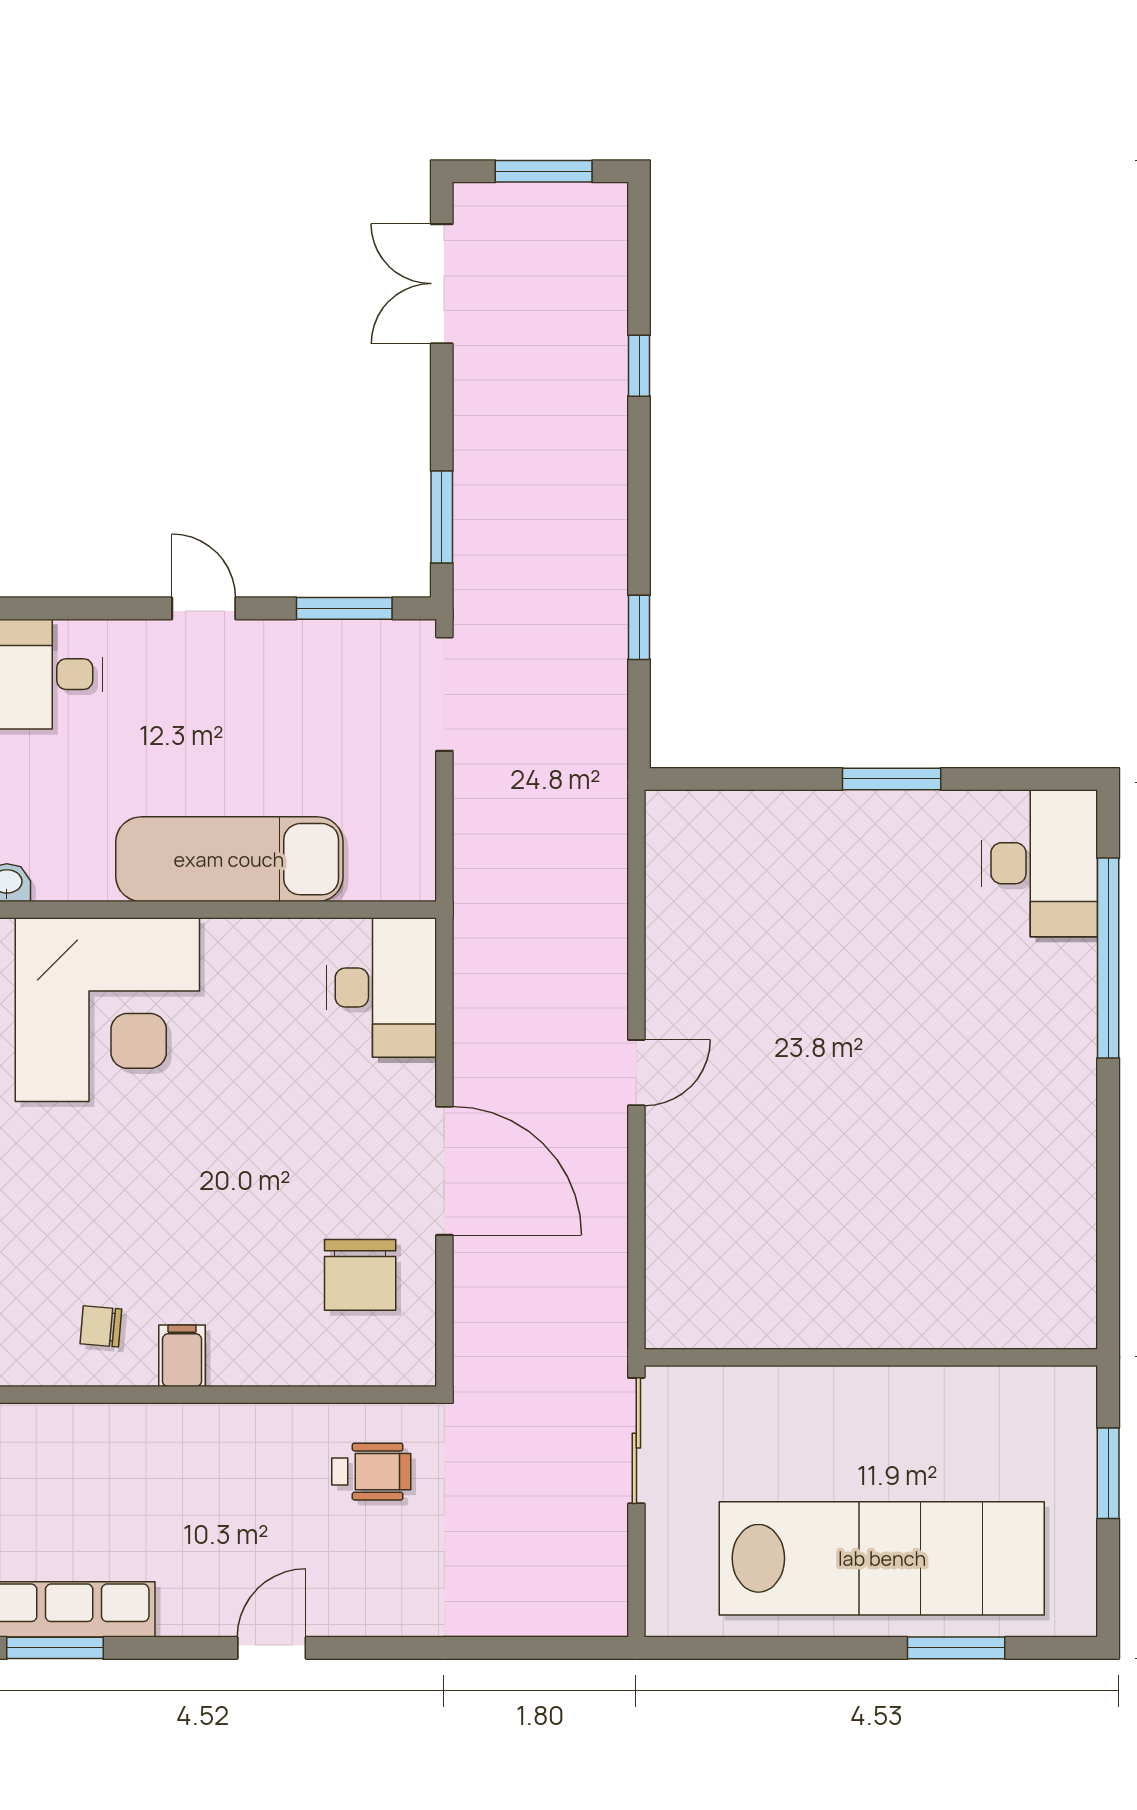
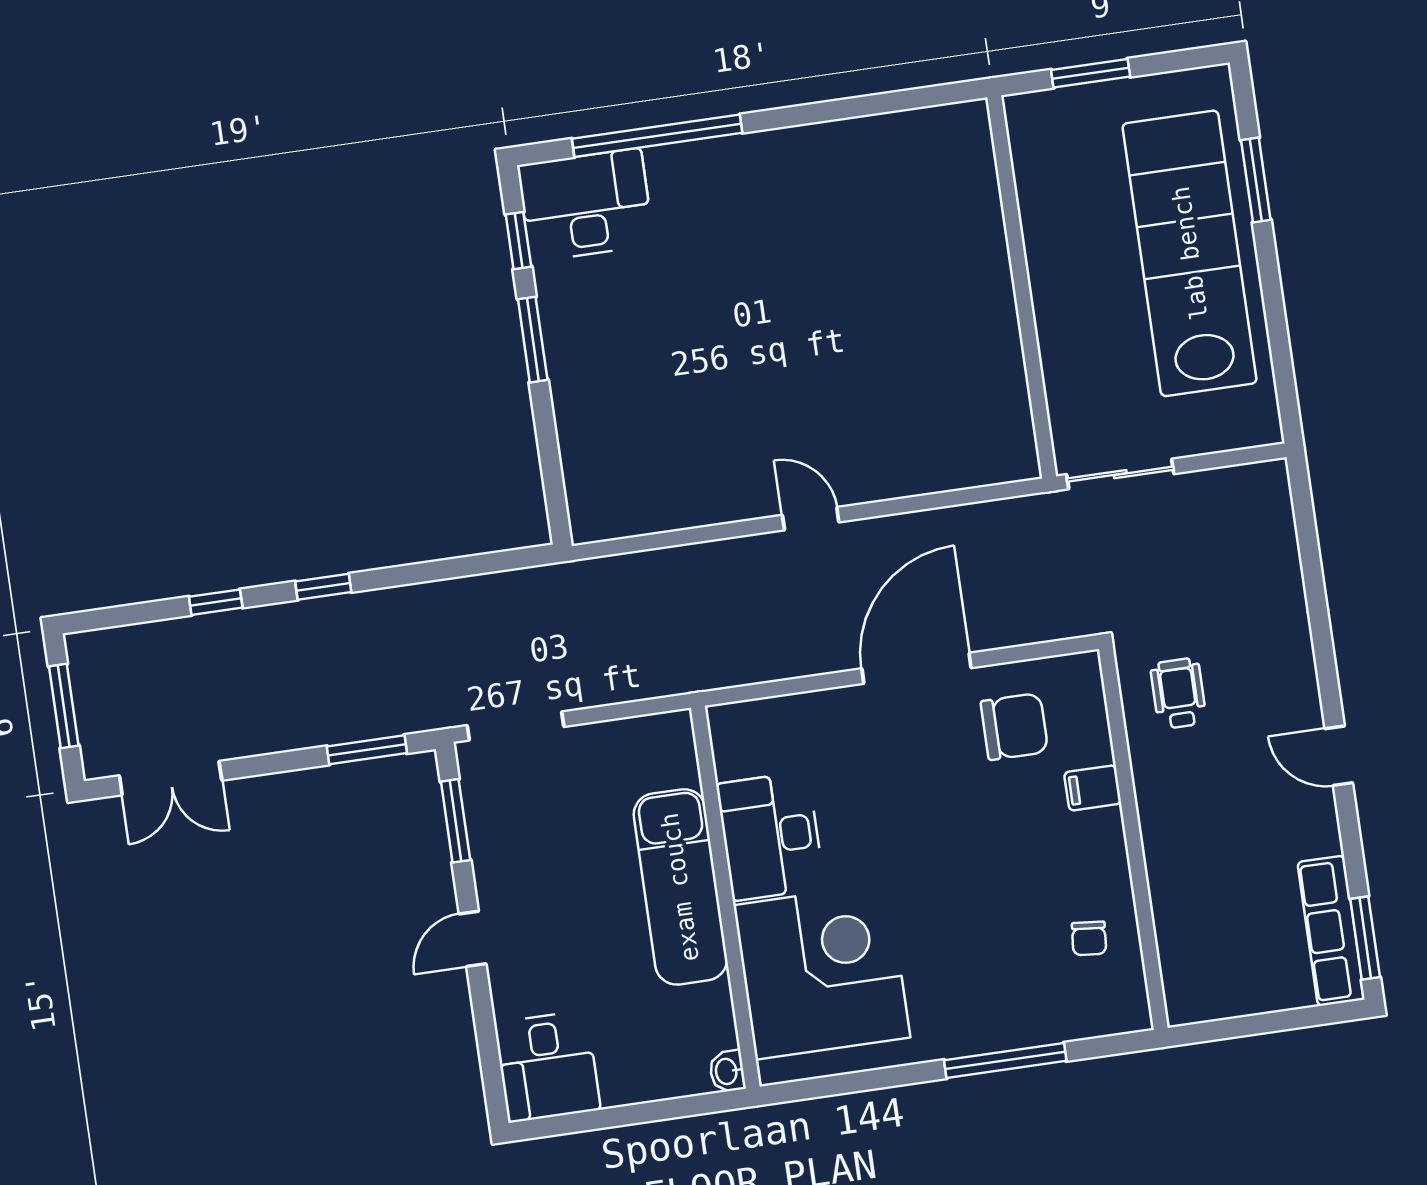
window: (639, 627) -> (323, 587), moved
window: (1009, 779) -> (518, 241), added
desk: (382, 988) -> (770, 836), moved, turned -90
filing cabinet: (182, 1356) -> (1093, 788), moved

